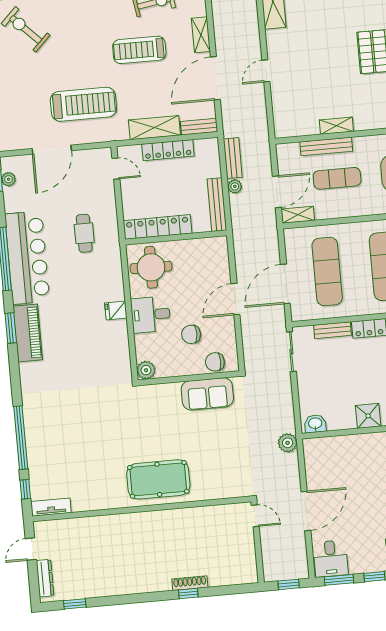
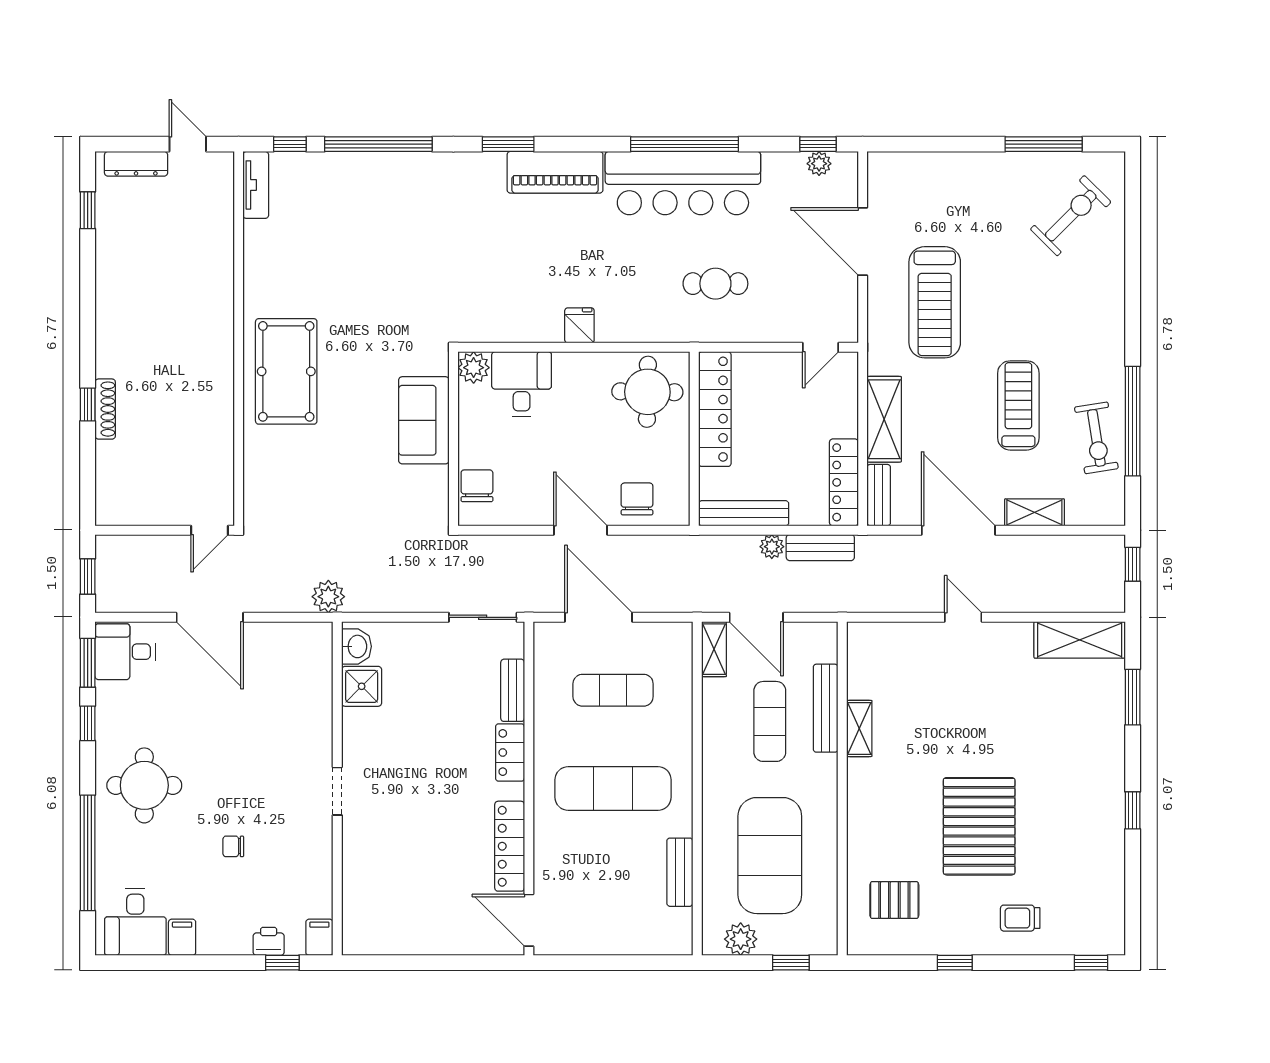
locker: (168, 150) -> (844, 482), moved
exercise mat: (327, 272) -> (613, 690), width x0.73, depth x0.69
desk: (151, 315) -> (522, 384), moved
window: (11, 328) -> (508, 144), moved
chair: (191, 334) -> (637, 499), moved
sofa: (207, 394) -> (424, 420), moved
shower: (368, 416) -> (362, 686), moved

